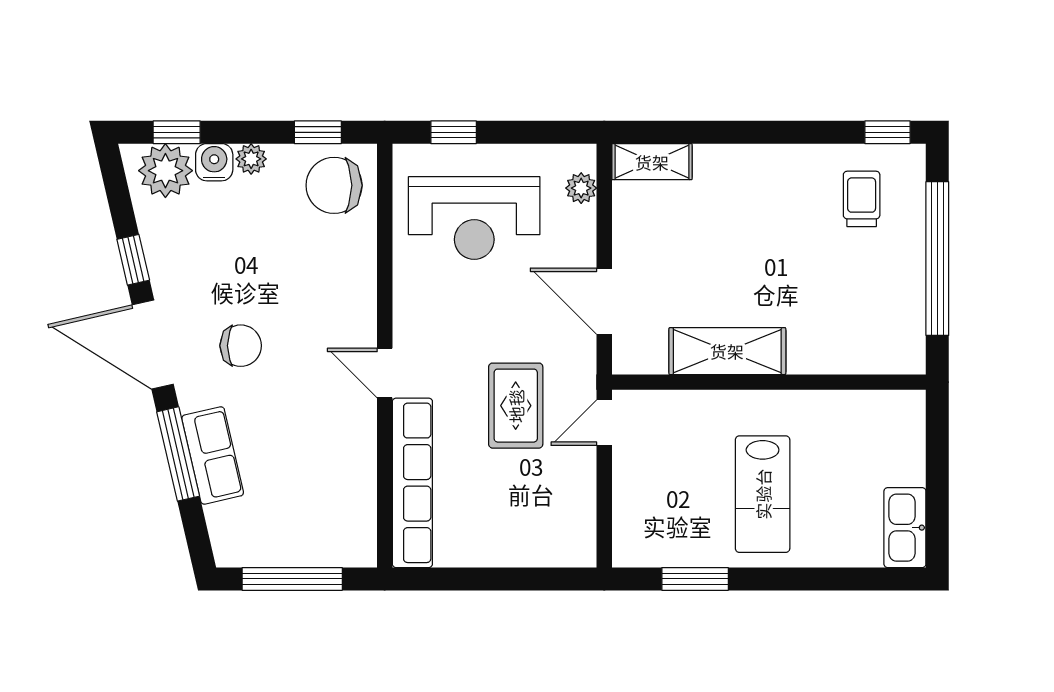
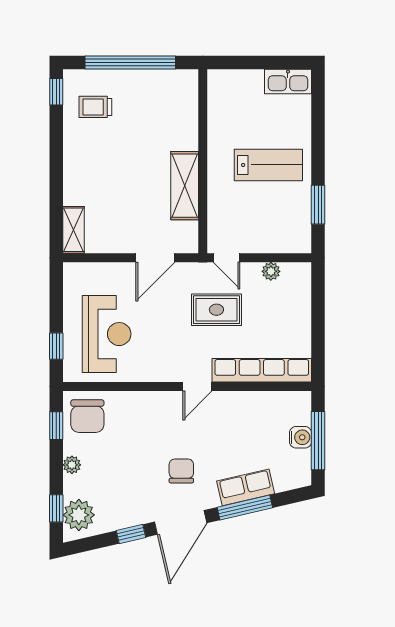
water cooler: (214, 162) -> (301, 437), moved, turned 180
plant: (581, 188) -> (271, 271), moved

